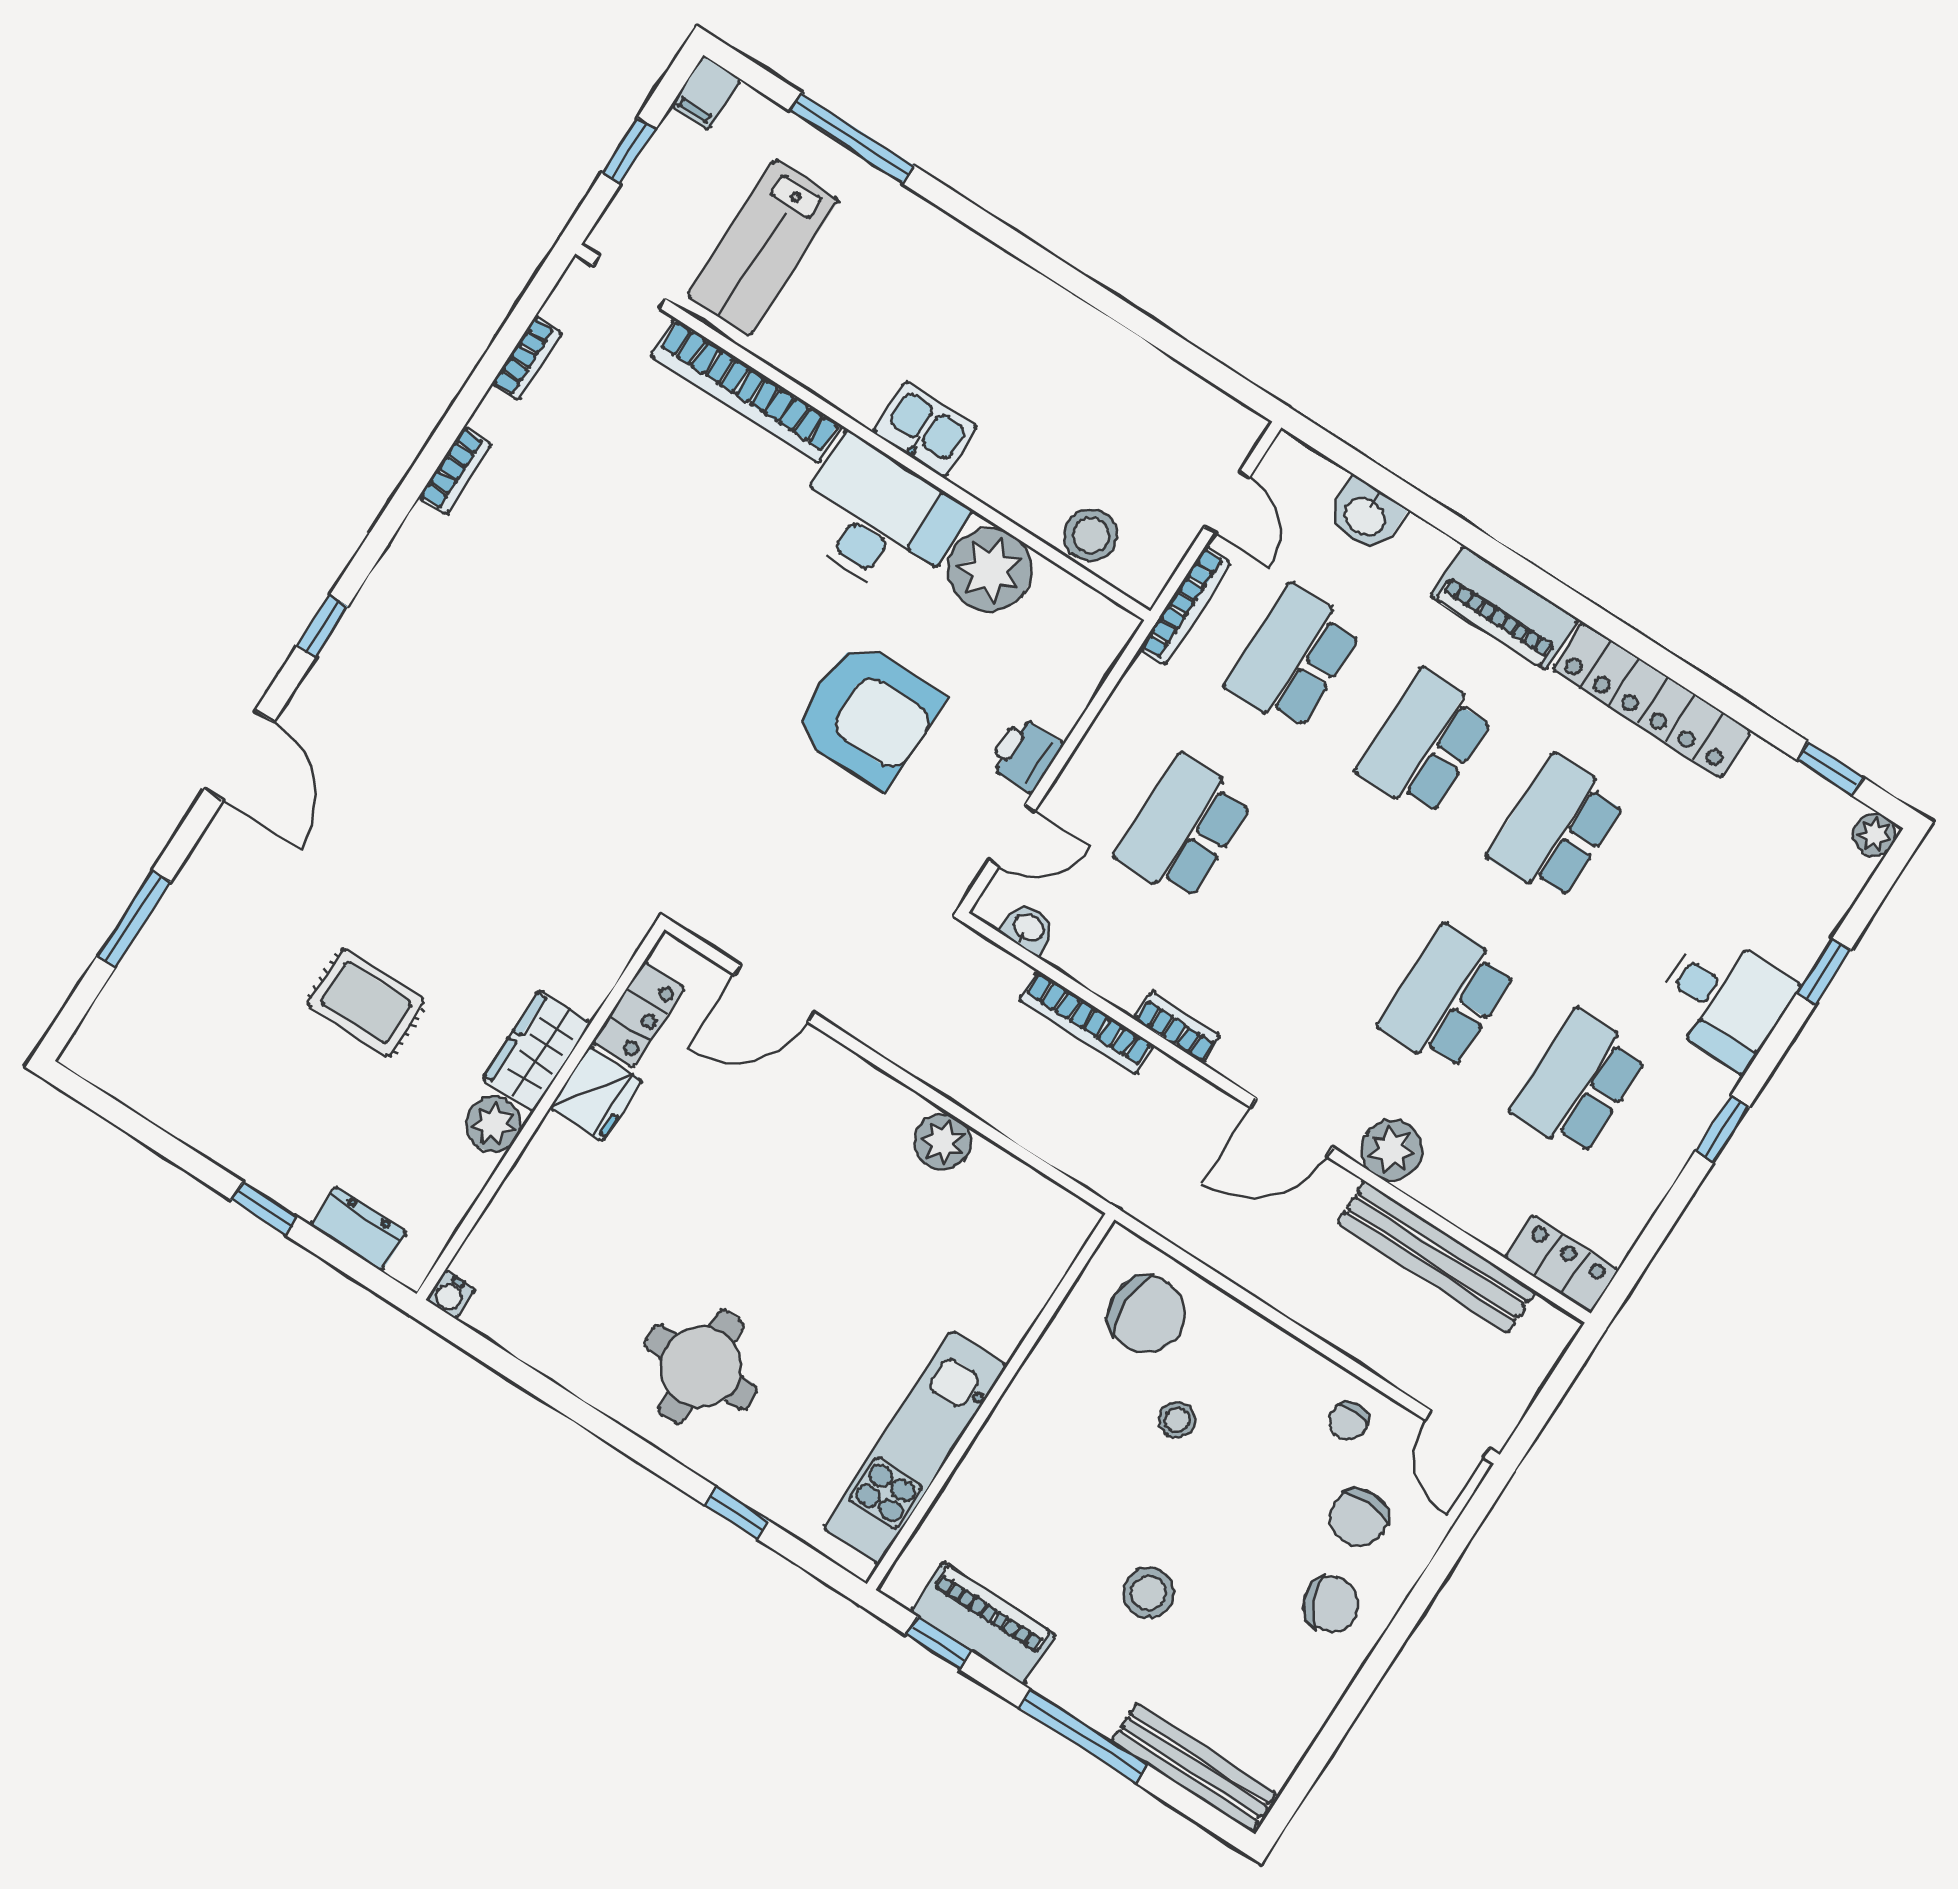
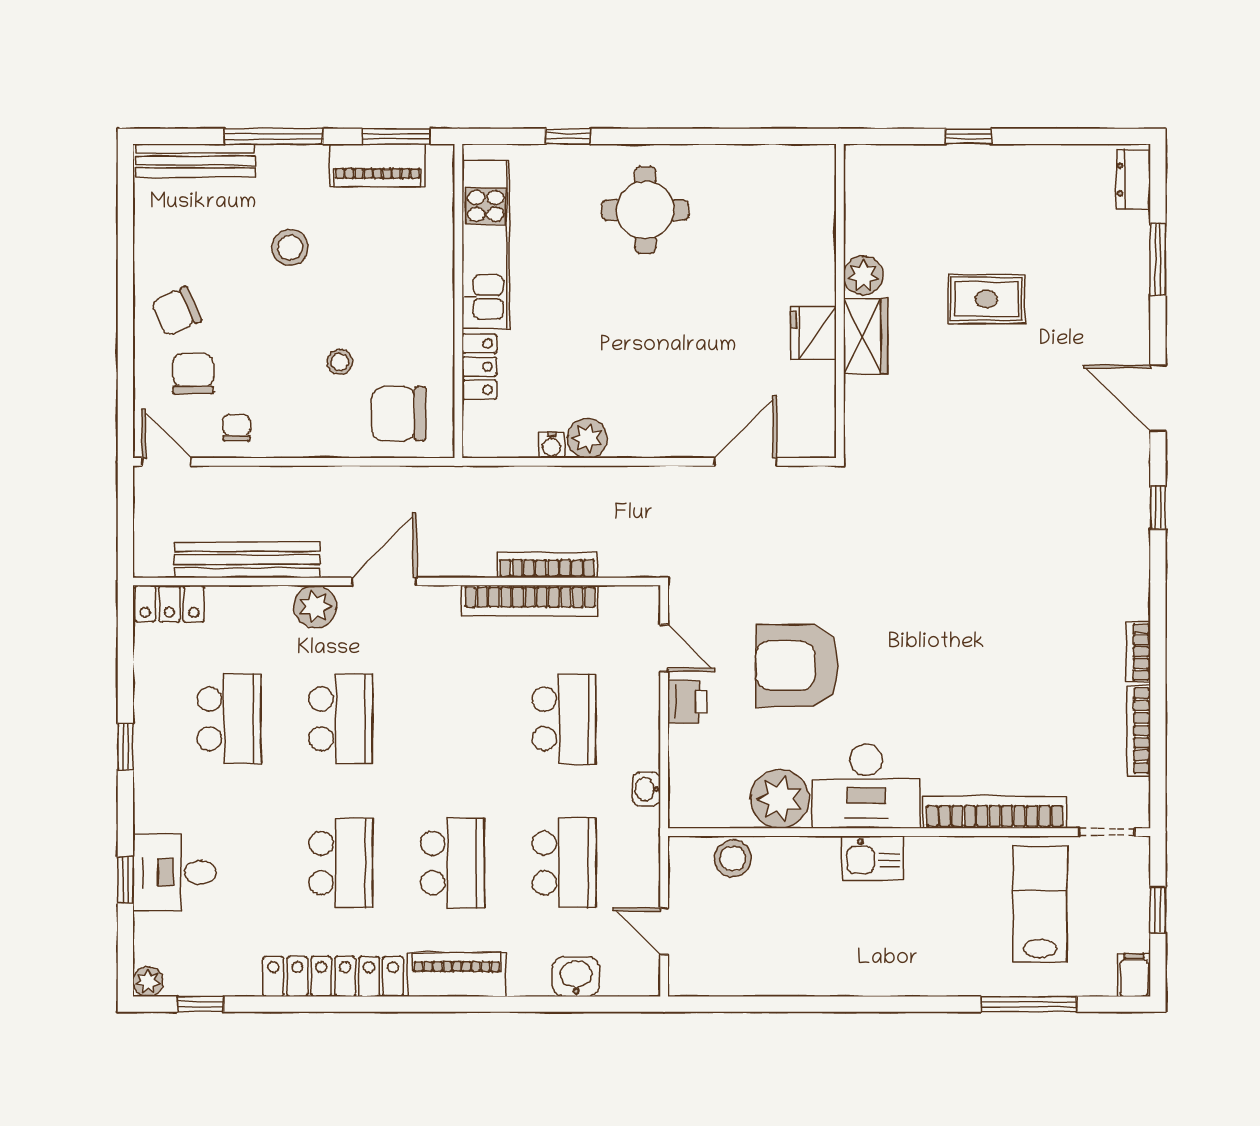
bookcase: (527, 358) -> (1139, 731), width x1.56
bookcase: (1185, 606) -> (649, 853), removed
door: (1012, 836) -> (664, 648), swing flipped
washbasin: (1028, 928) -> (646, 789), moved, turned 90
desk: (1724, 999) -> (175, 872), moved
locker: (638, 1015) -> (479, 367), moved, turned 180
bookcase: (1177, 1027) -> (530, 601), width x2.31, depth x1.31
dresser: (359, 1229) -> (1133, 179), moved, turned 90
water cooler: (451, 1294) -> (552, 445), moved, turned 180
window: (939, 1643) -> (396, 136), width x1.50

